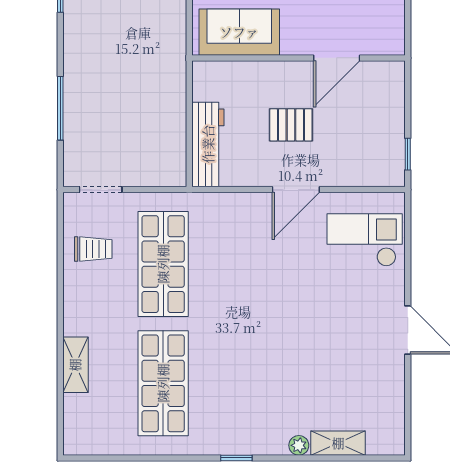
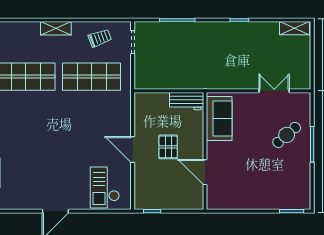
workbench: (208, 144) -> (187, 101), moved, width x0.73
checkout: (365, 240) -> (105, 187), turned 180
trolley: (93, 249) -> (100, 38), turned -110
shelving: (75, 365) -> (56, 28), moved

